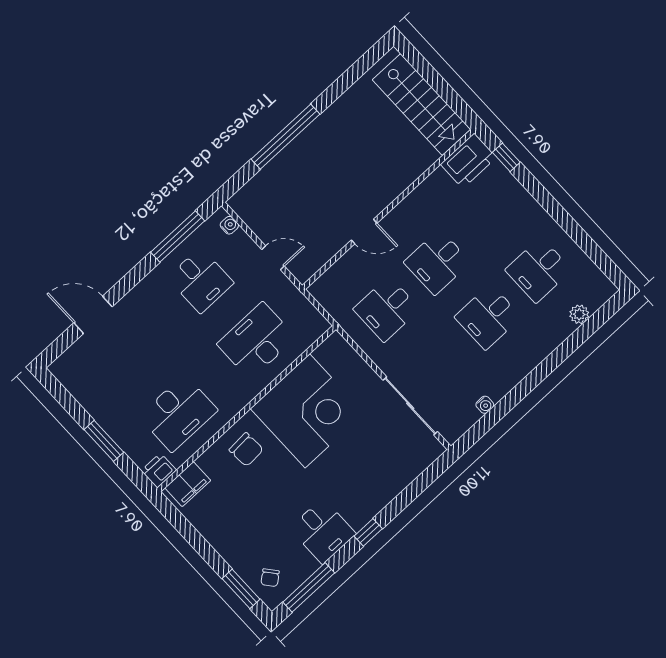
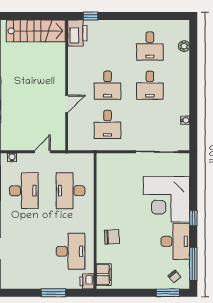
desk: (200, 280) -> (24, 191), width x1.37
corner desk: (307, 411) -> (166, 199), moved, turned 180
desk: (323, 531) -> (175, 241), width x1.37

